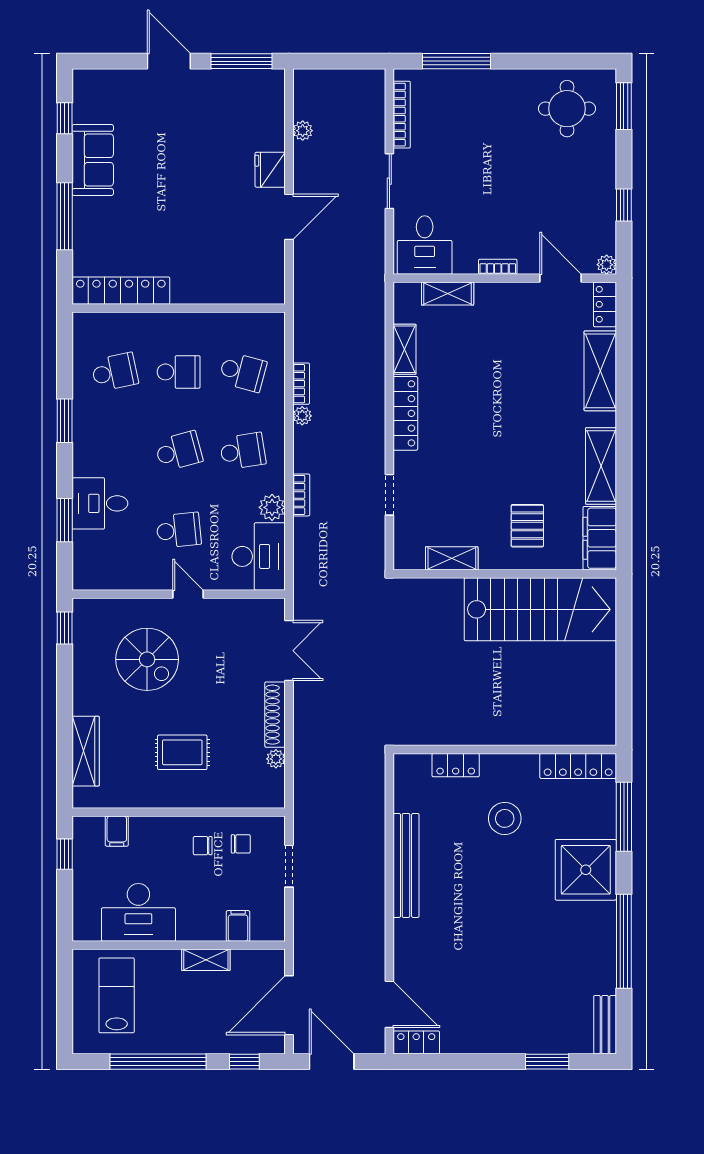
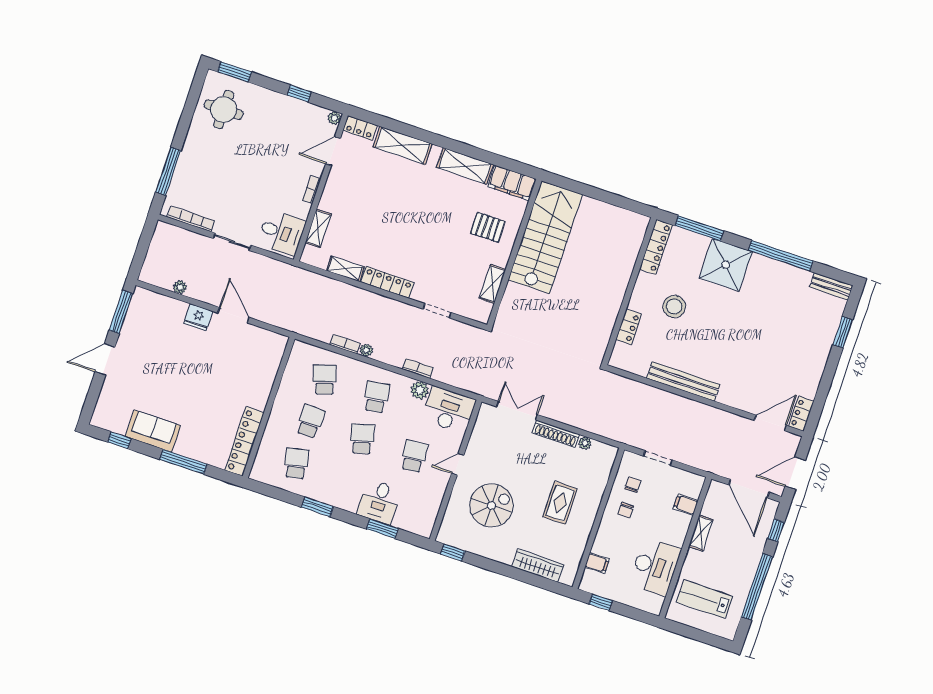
school desk: (243, 372) -> (325, 380), turned -33

